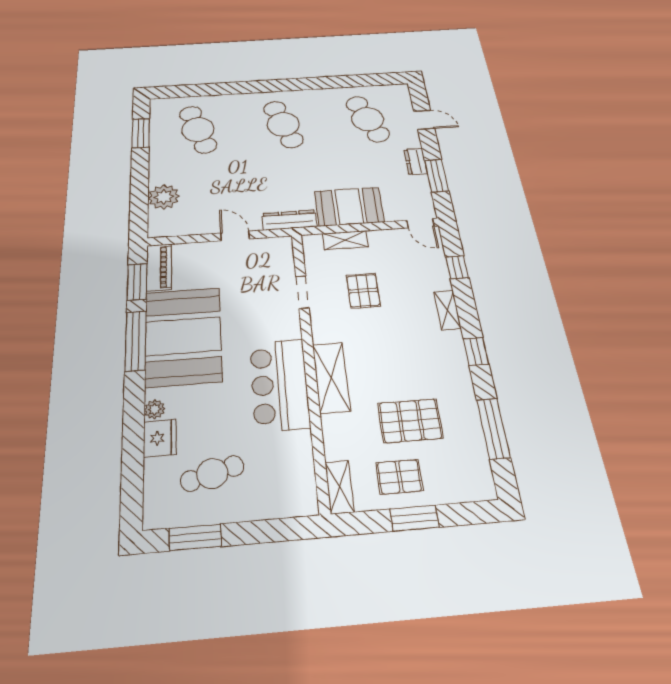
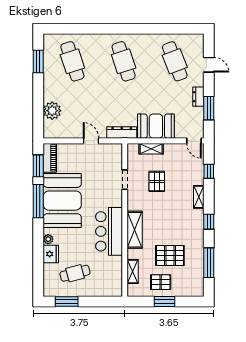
shelving: (339, 487) -> (133, 272), moved

